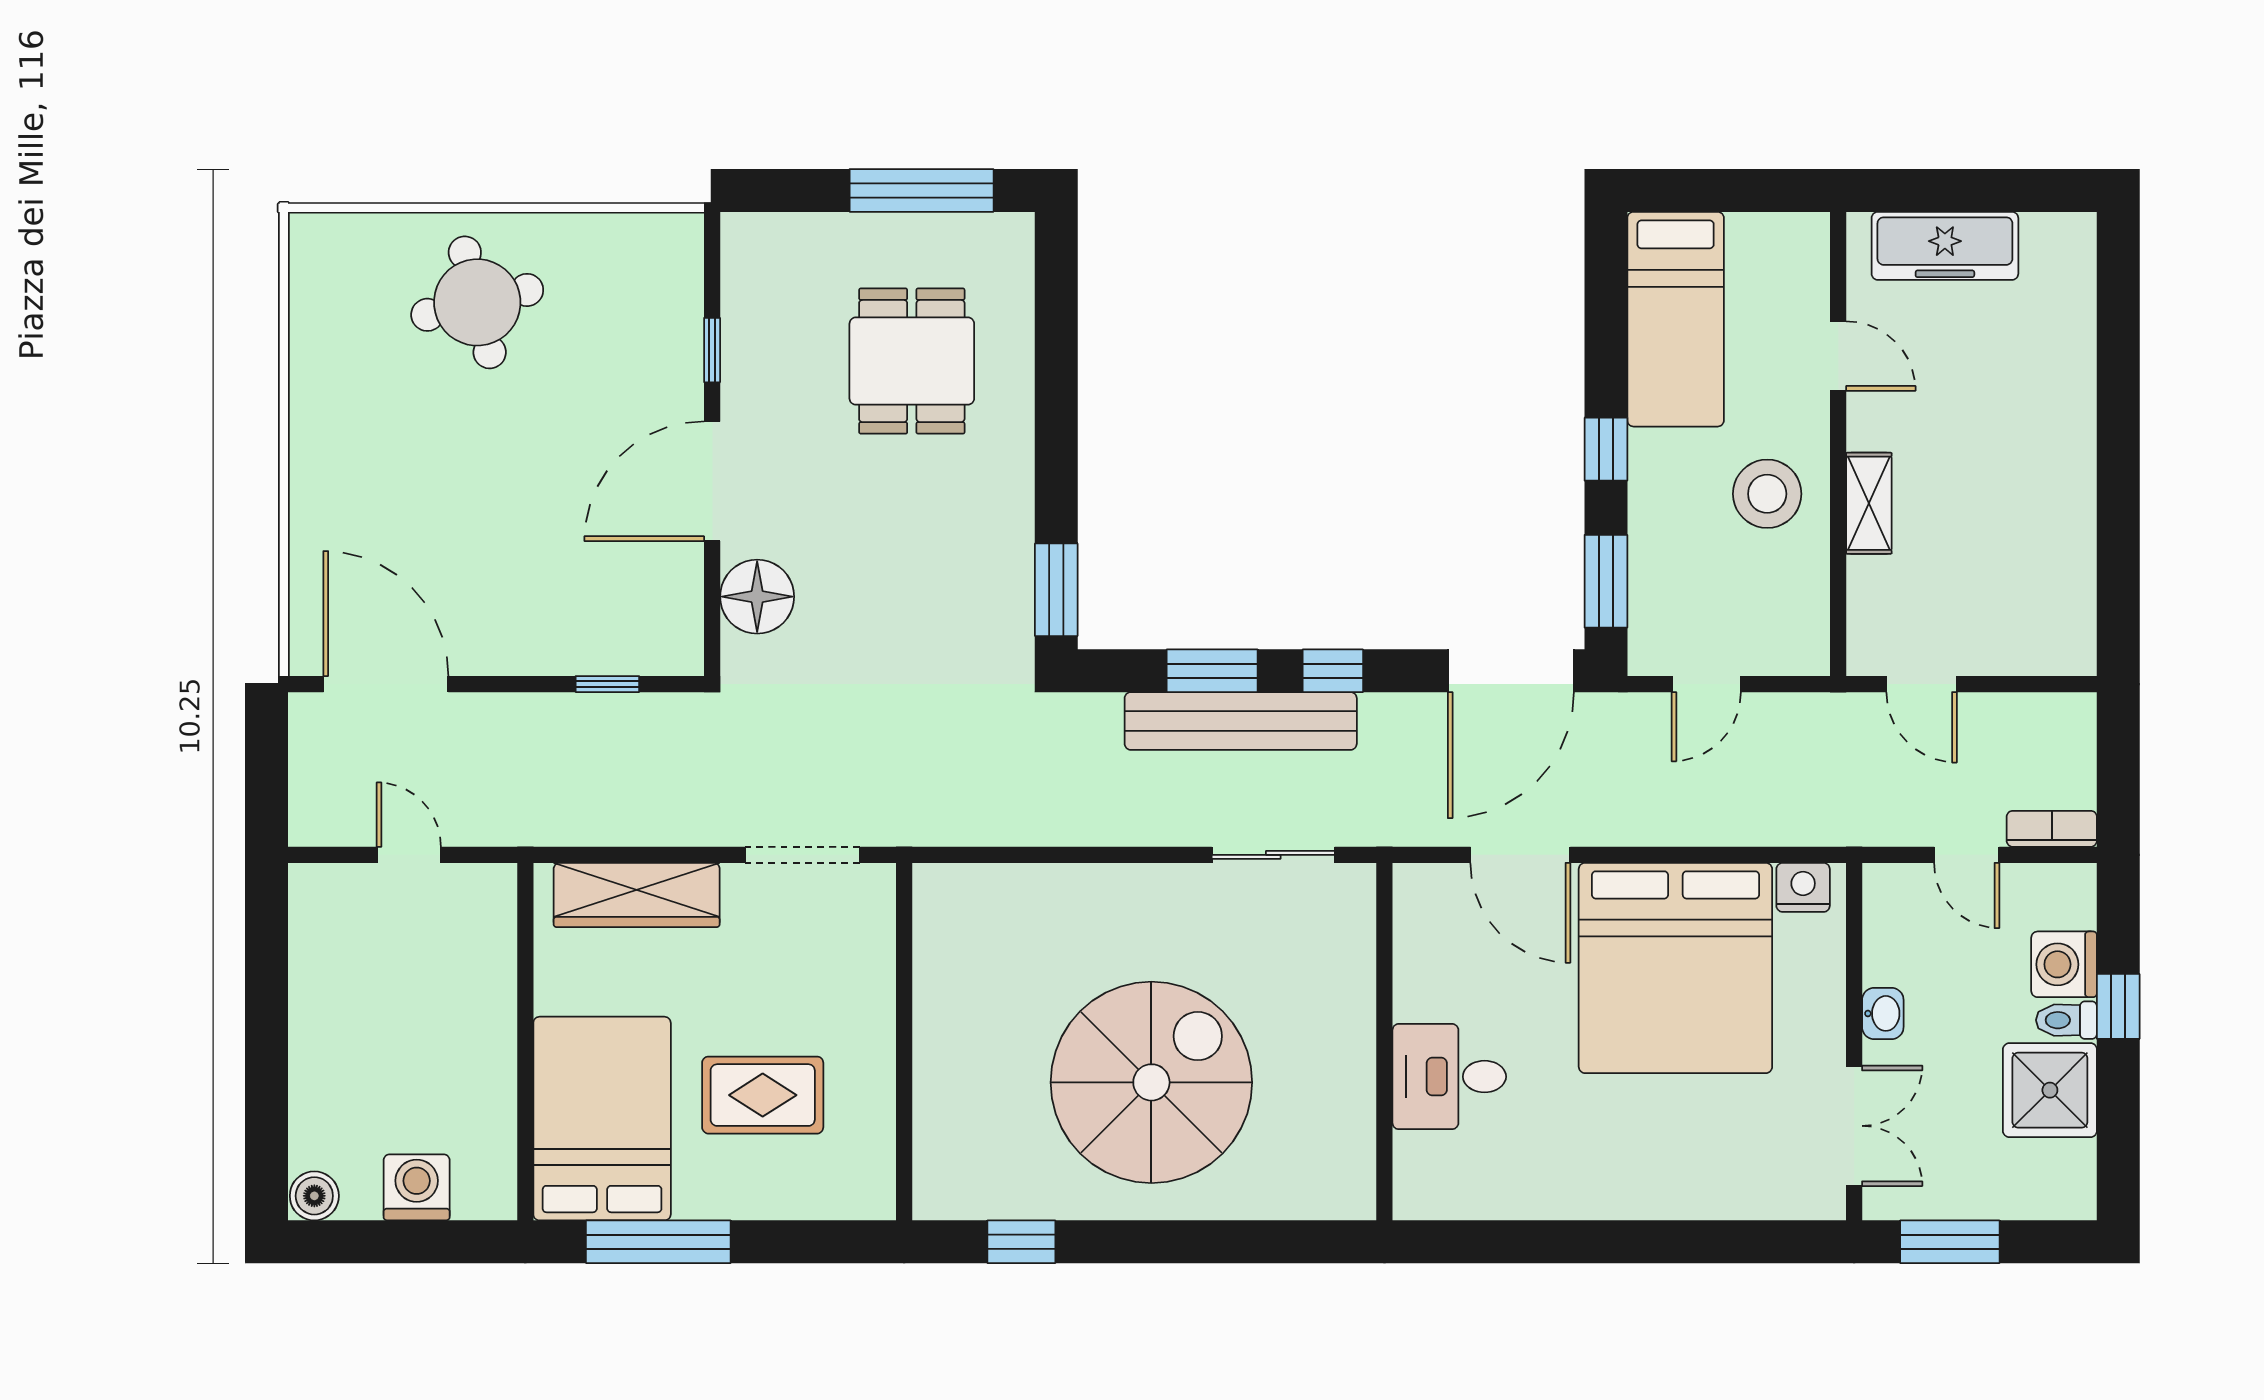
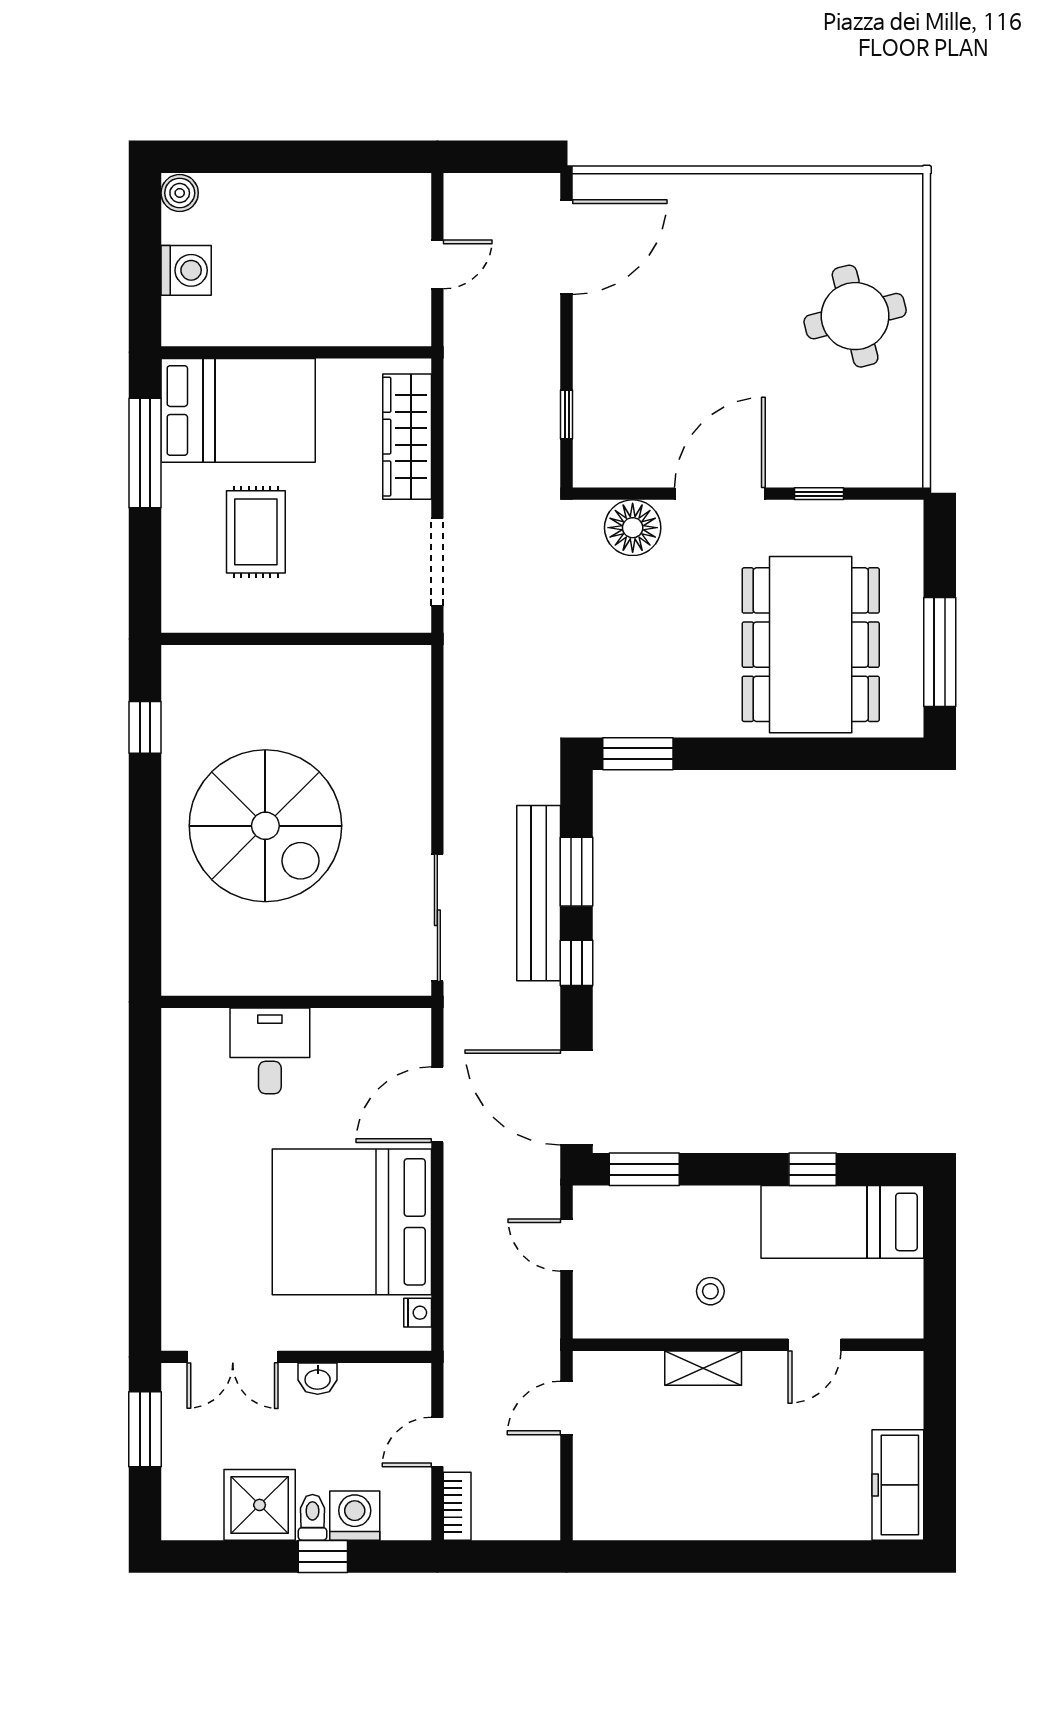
freezer: (1945, 246) -> (898, 1485), moved
dining table: (912, 361) -> (811, 645), width x1.88, depth x1.24
window: (1606, 449) -> (813, 1169), moved
door: (712, 481) -> (720, 494), hinge flipped
stool: (1767, 494) -> (710, 1291), width x0.53, depth x0.53
sliding door: (1273, 855) -> (437, 918), width x1.37
nightstand: (1803, 887) -> (418, 1313), width x0.72, depth x0.74

